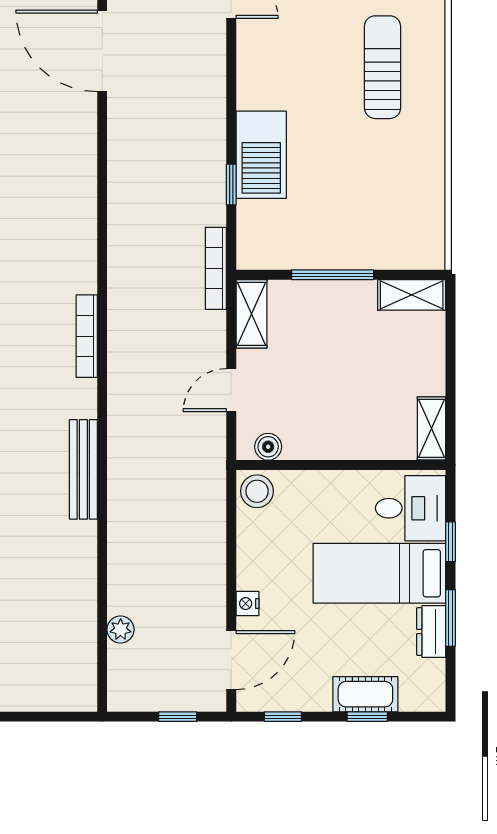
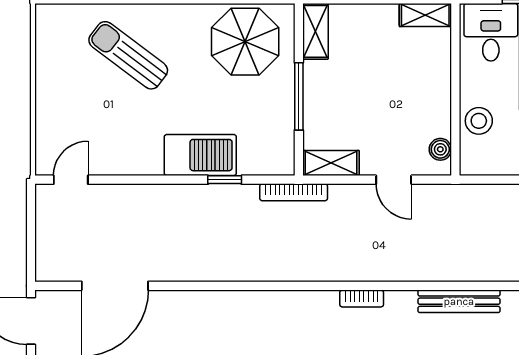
sun lounger: (382, 67) -> (128, 55), turned 37
parasol: (399, 209) -> (245, 42), added
bookcase: (87, 336) -> (362, 298), width x0.64
stool: (257, 491) -> (479, 121), moved

